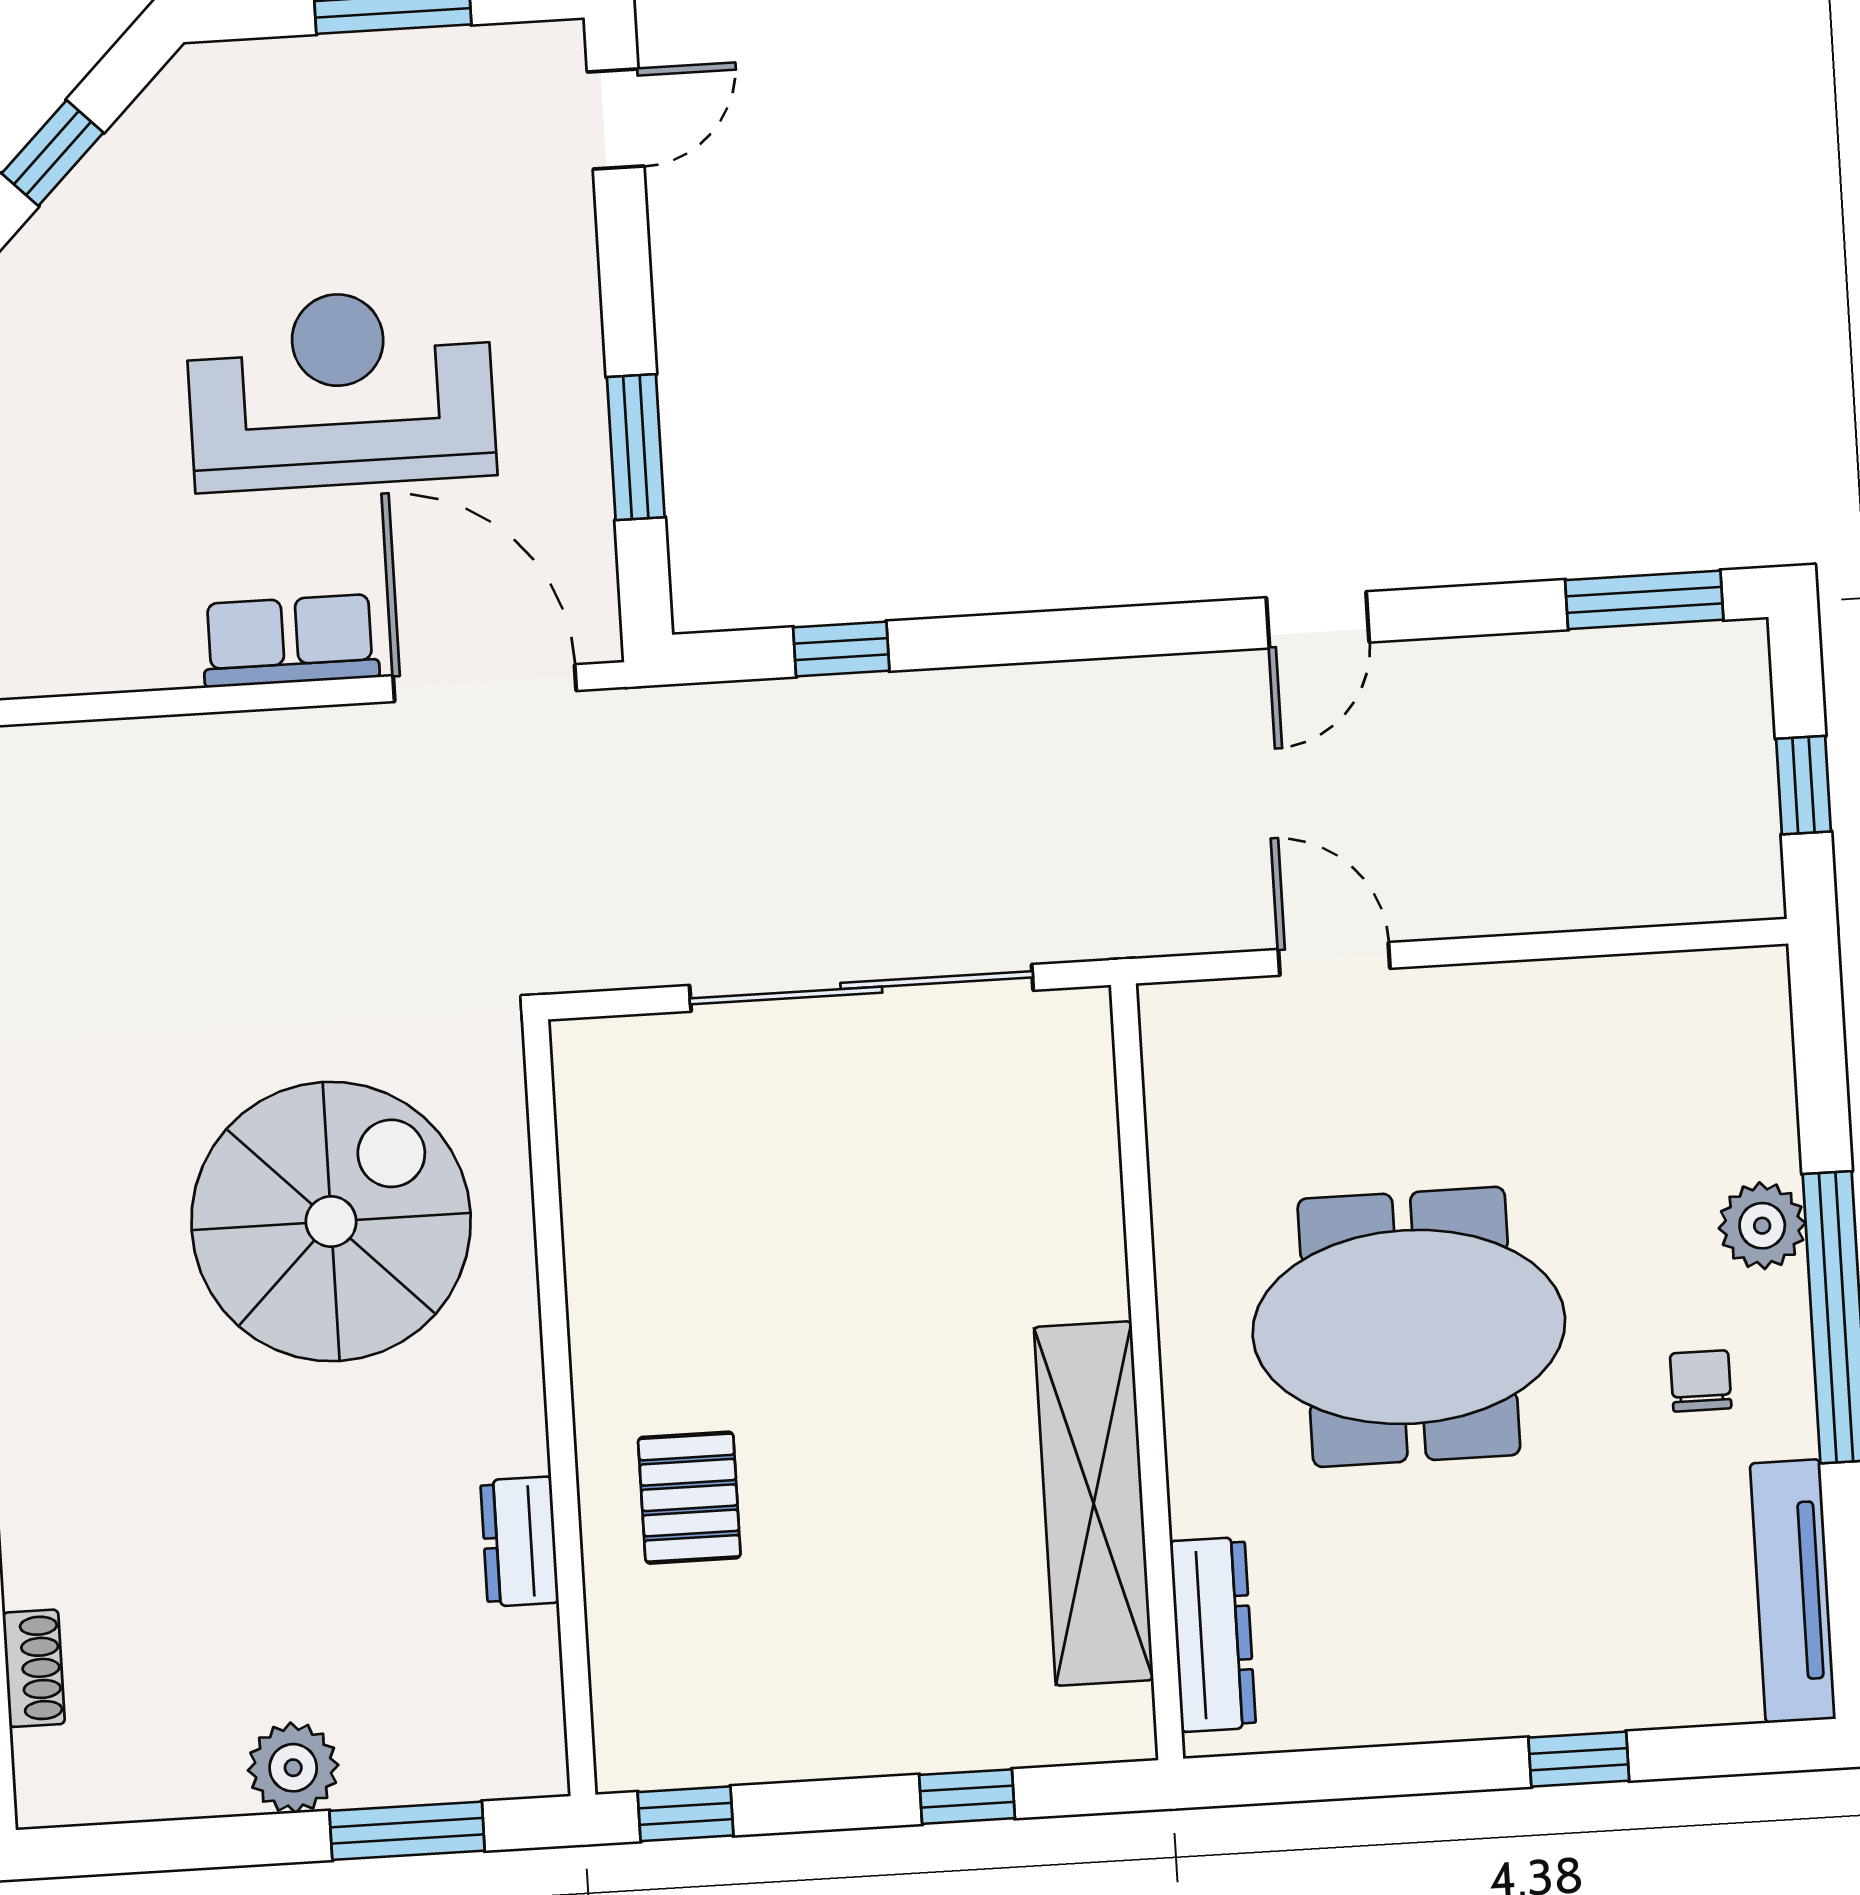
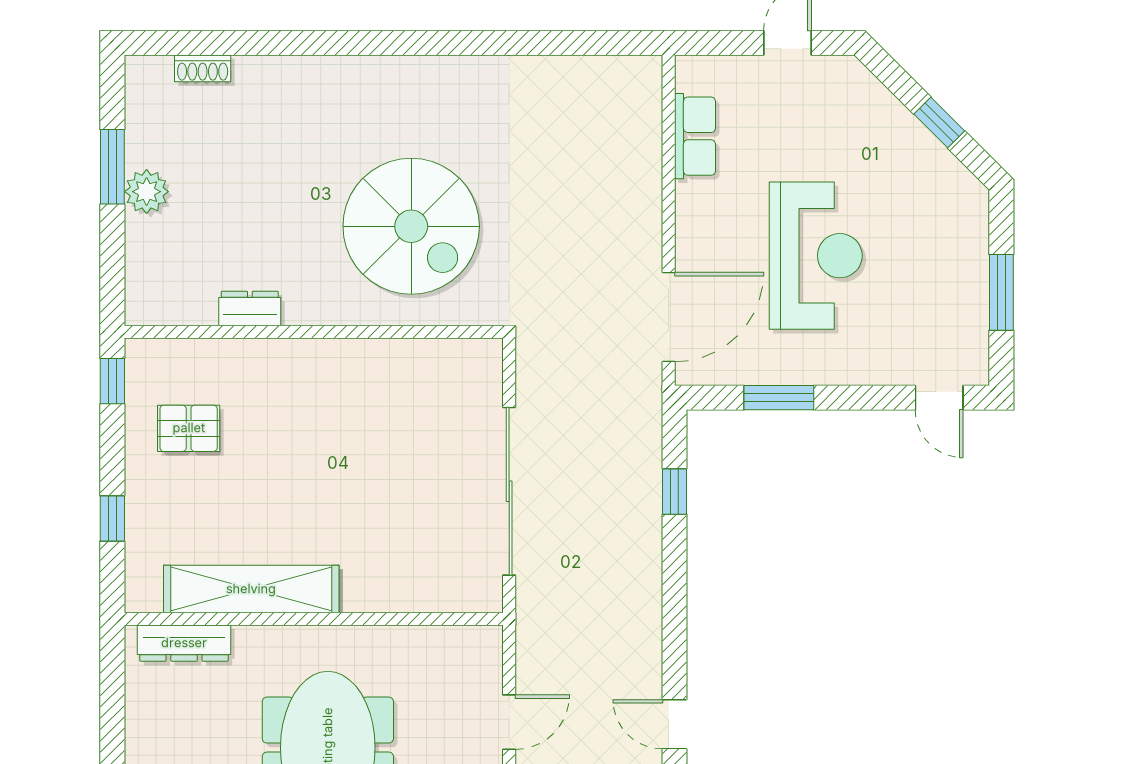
row of seats: (290, 641) -> (695, 136), moved
pallet: (689, 1498) -> (189, 428), moved
window: (407, 1831) -> (112, 167), moved

